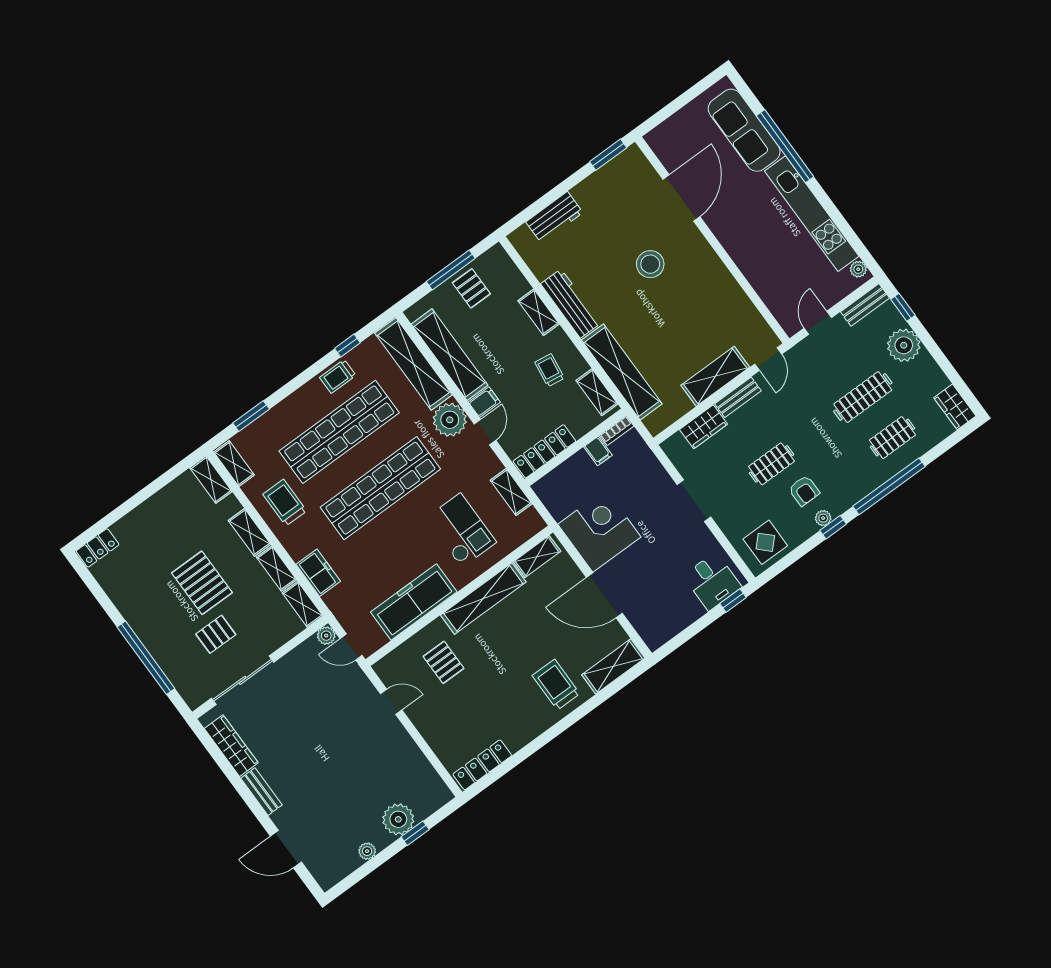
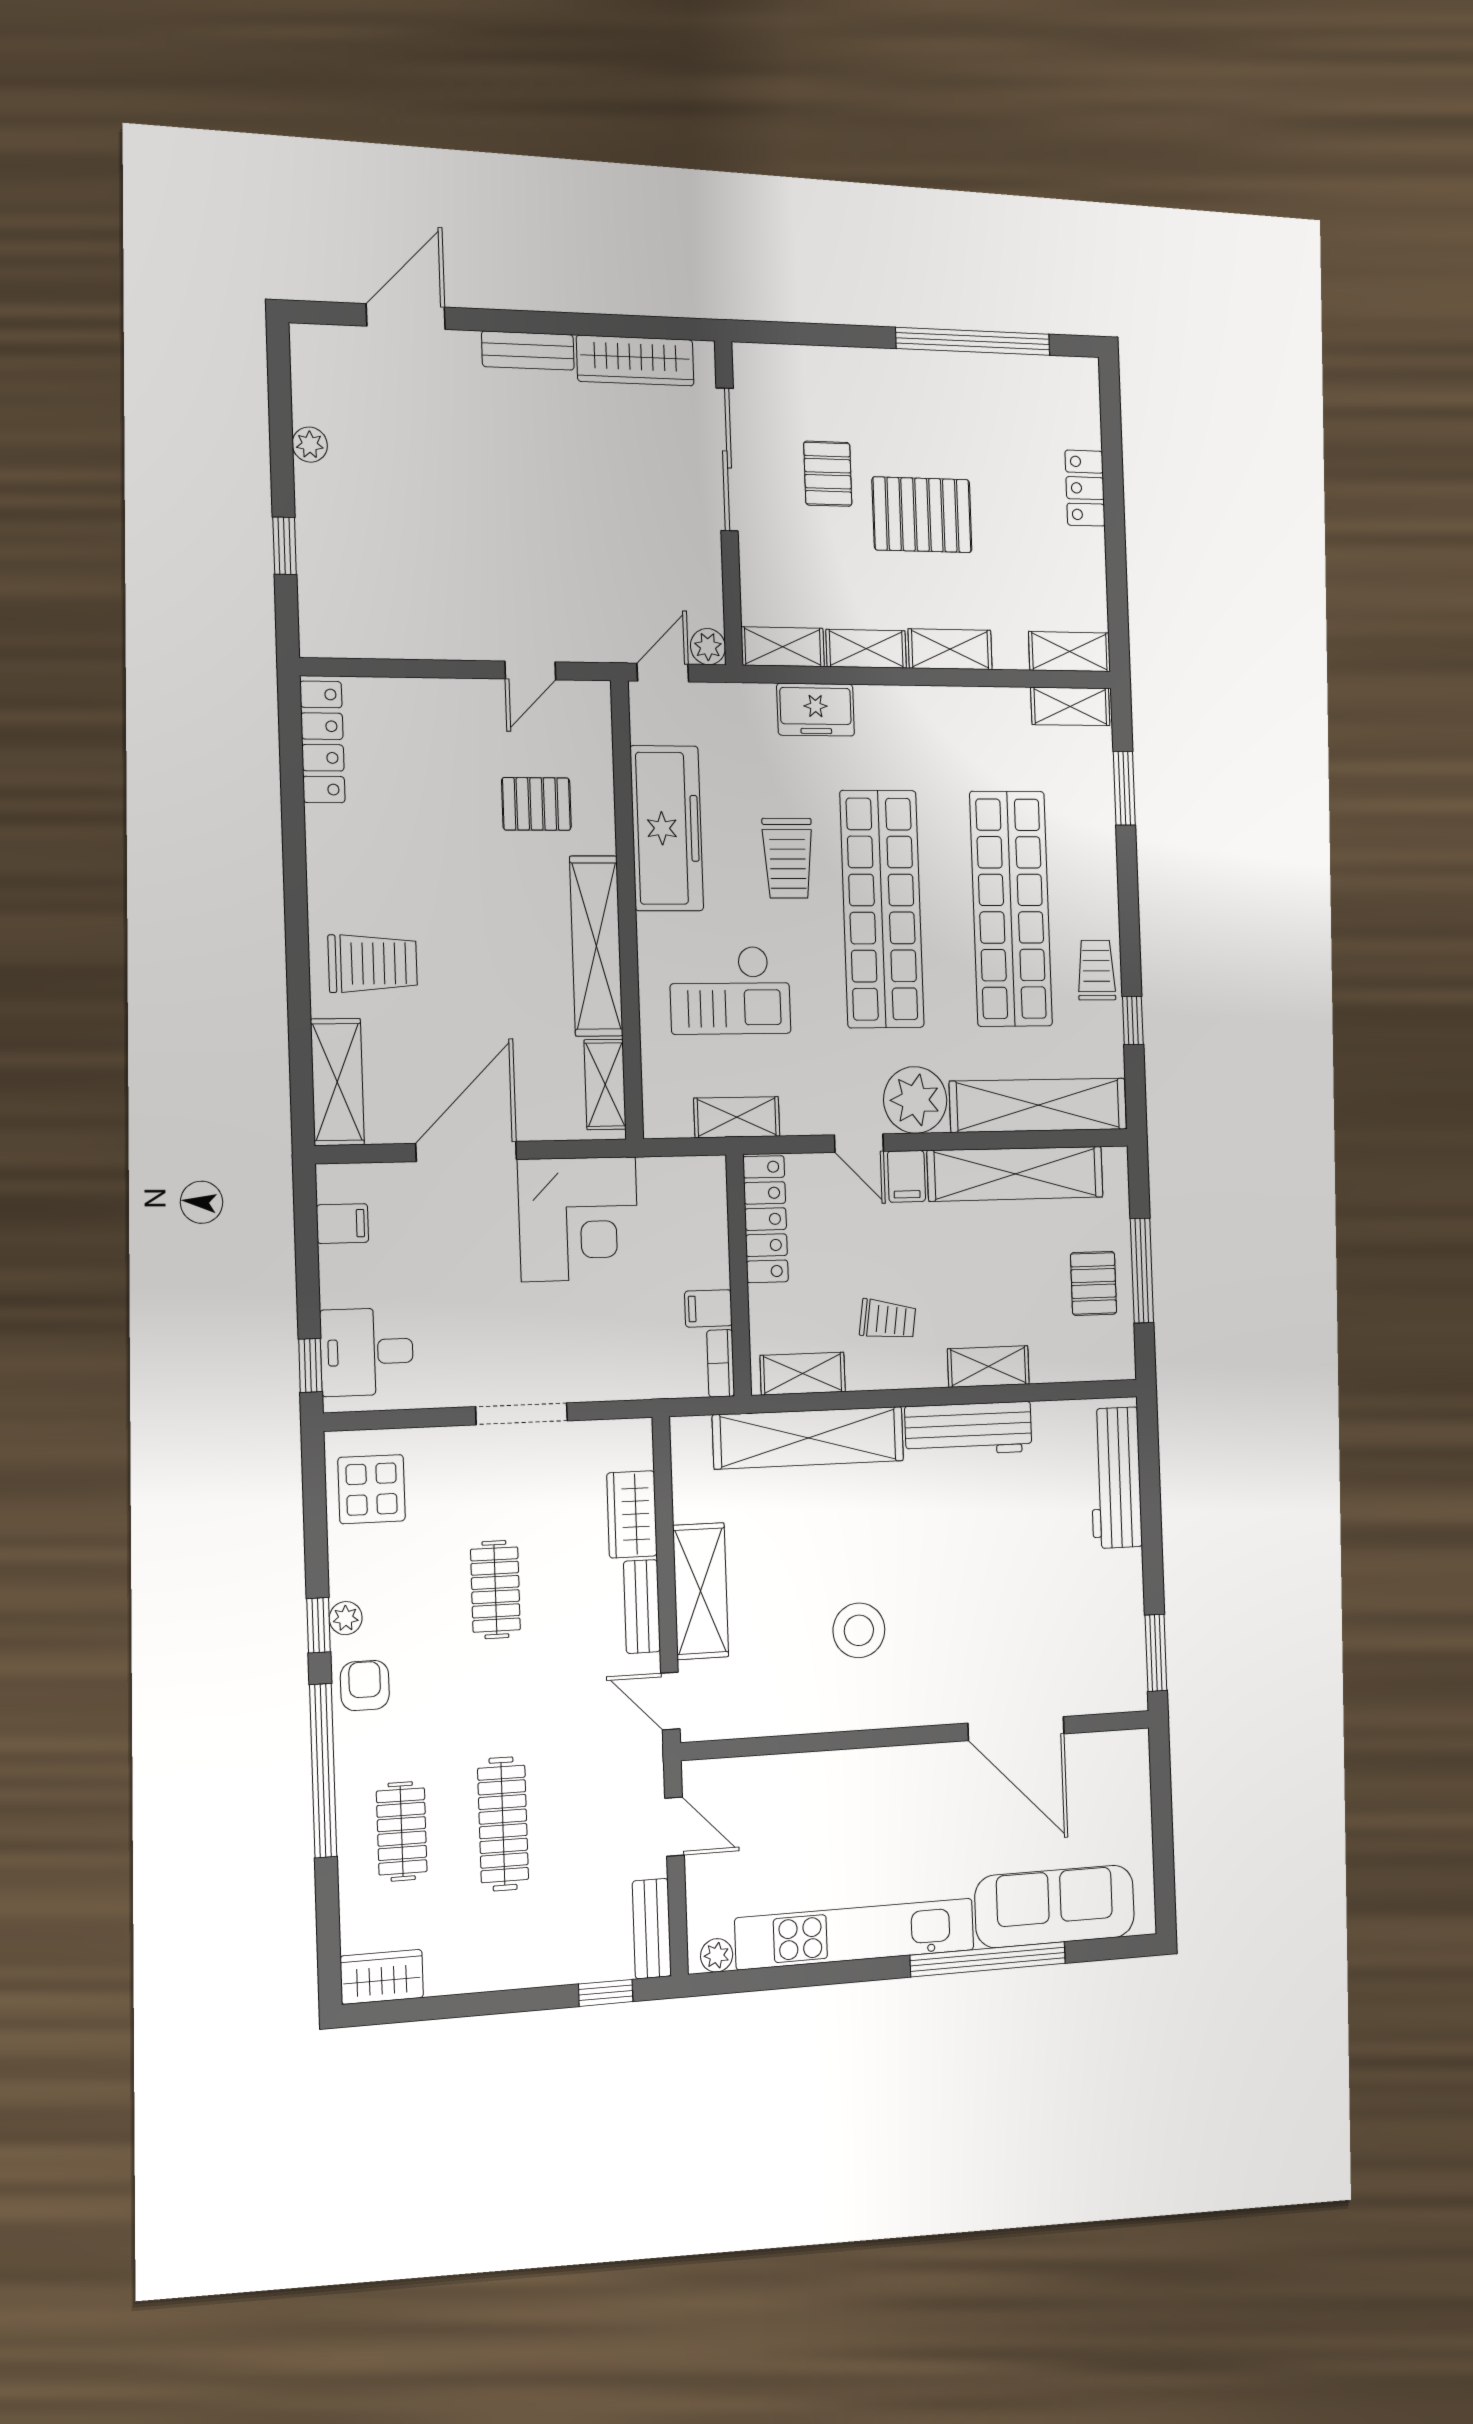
workbench: (554, 217) -> (1116, 1478), width x1.38
stool: (650, 264) -> (859, 1630), moved
pallet: (471, 288) -> (1094, 1283), turned 90
plant: (904, 345) -> (543, 1953), removed
armchair: (804, 491) -> (365, 1686), moved, turned 90
trolley: (285, 503) -> (788, 858), moved, turned 90
locker: (98, 548) -> (1085, 488), moved
filing cabinet: (668, 626) -> (342, 1224), added
window: (146, 658) -> (973, 341), moved
plant: (398, 819) -> (327, 536), removed

